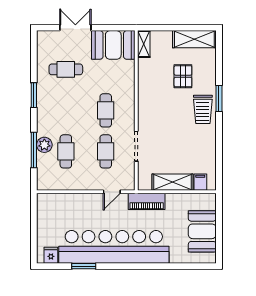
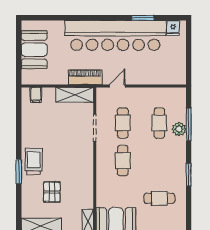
shelving: (173, 182) -> (75, 95), moved

